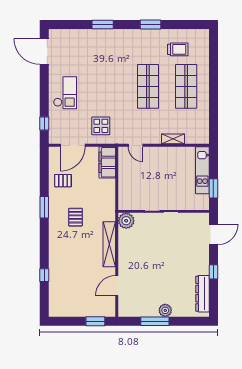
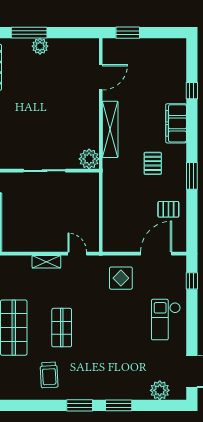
window: (150, 24) -> (80, 405), moved
plant: (70, 37) -> (160, 390), added
trolley: (178, 49) -> (49, 375), moved, turned -93
shop shelf: (148, 86) -> (62, 328), width x0.70, depth x0.74
shelving: (173, 139) -> (46, 262), moved
filing cabinet: (107, 162) -> (176, 123), moved, turned 180
window: (155, 321) -> (29, 33), moved

